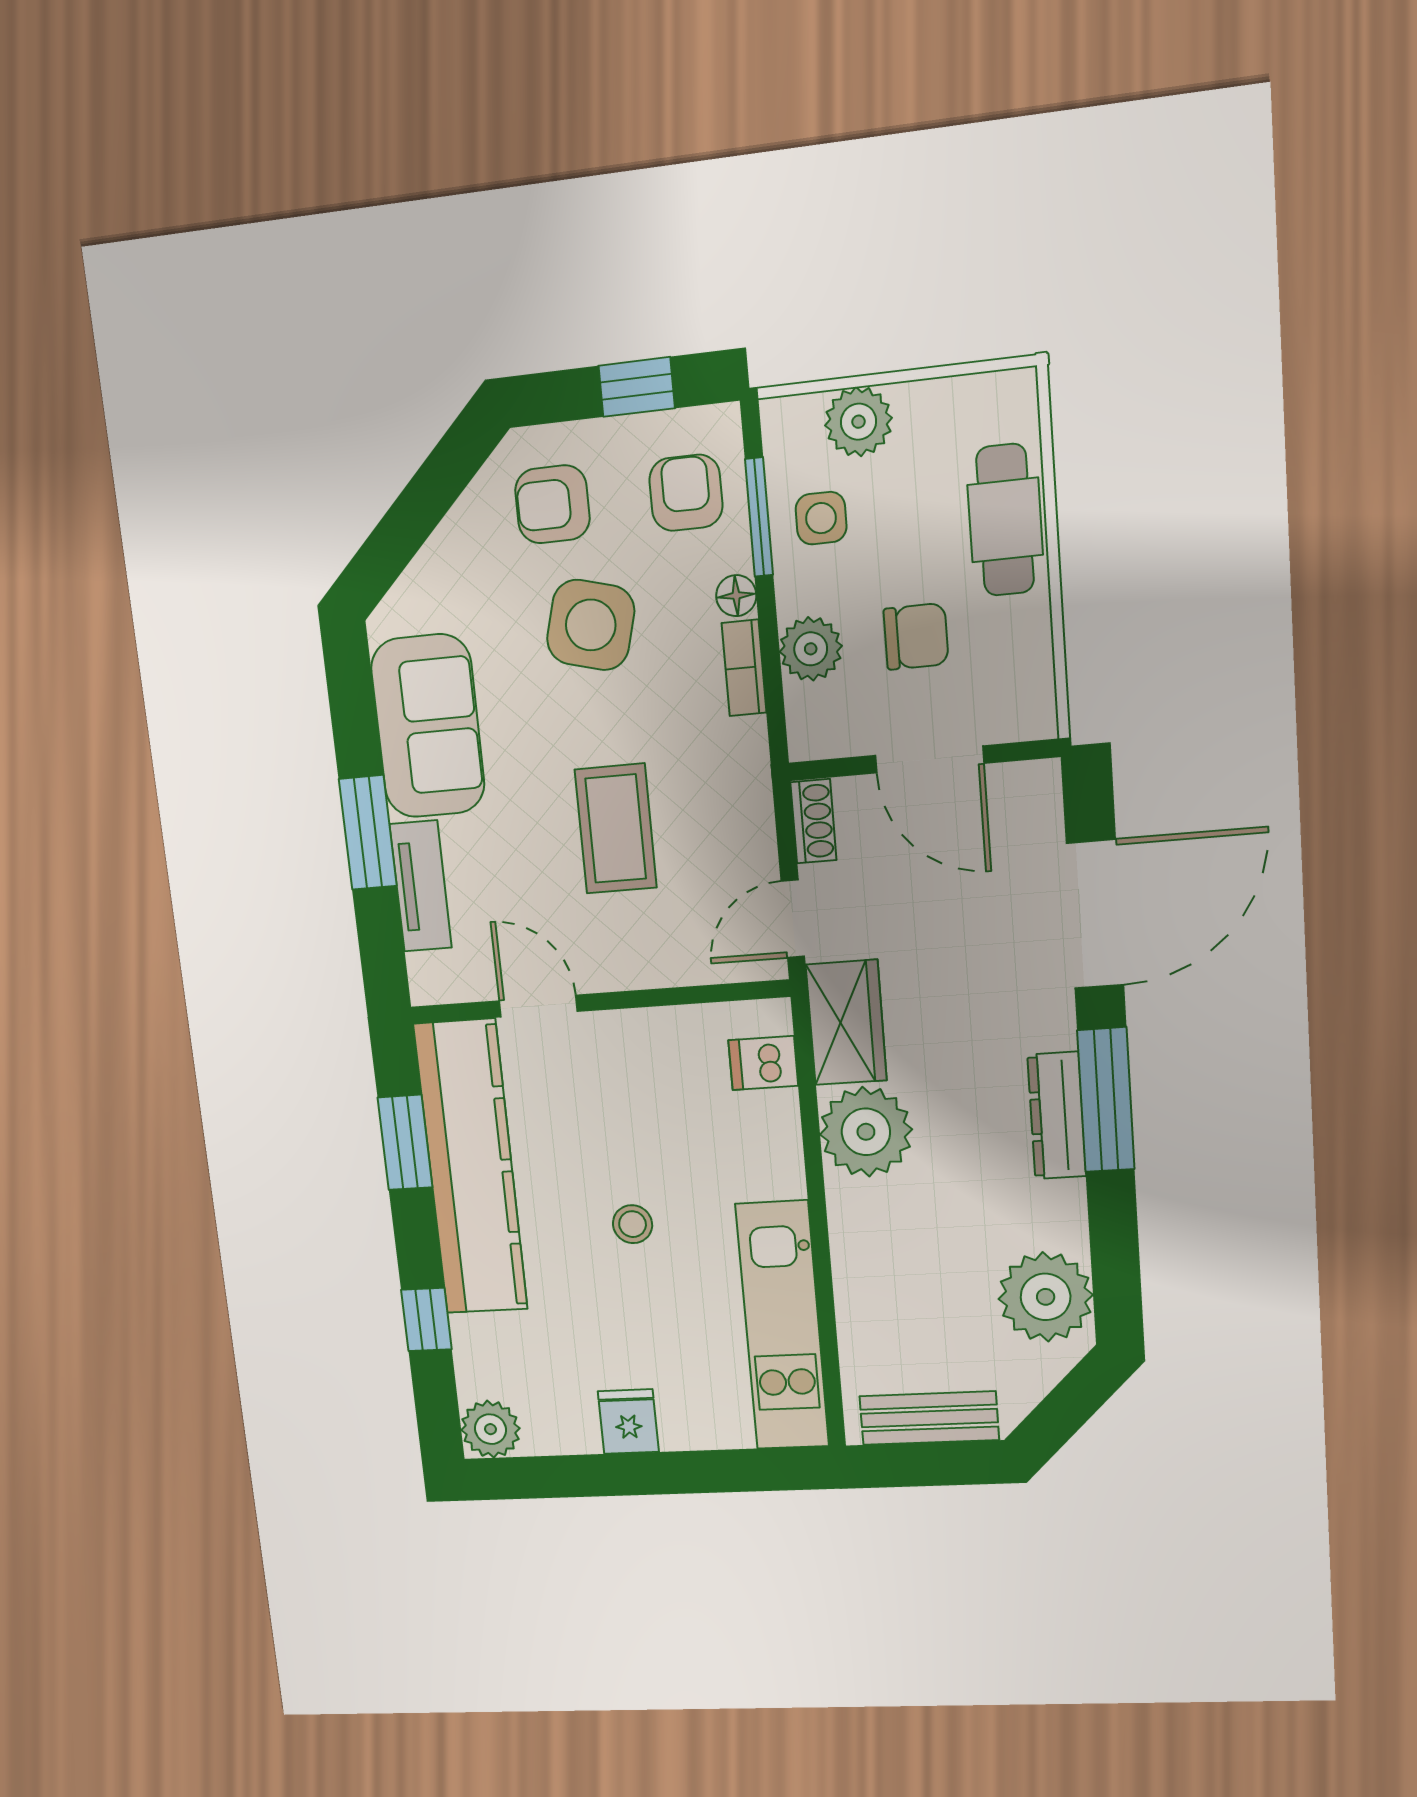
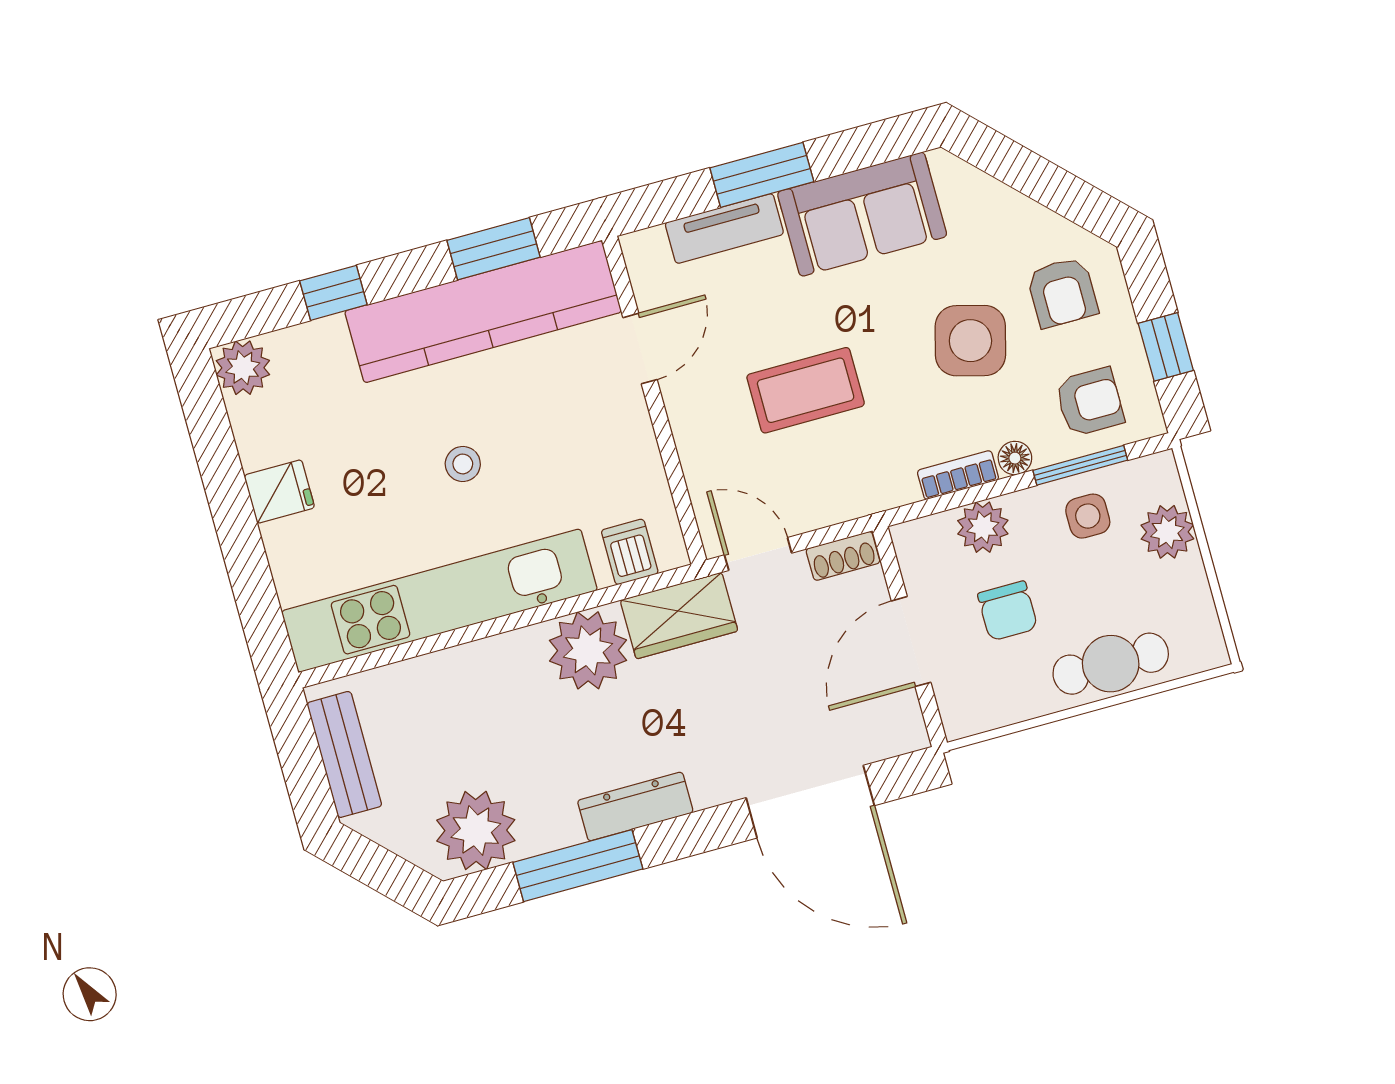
armchair: (552, 504) -> (1062, 292), turned 180
window: (1106, 1100) -> (578, 866), moved
kitchen unit: (782, 1326) -> (439, 601), width x1.36

